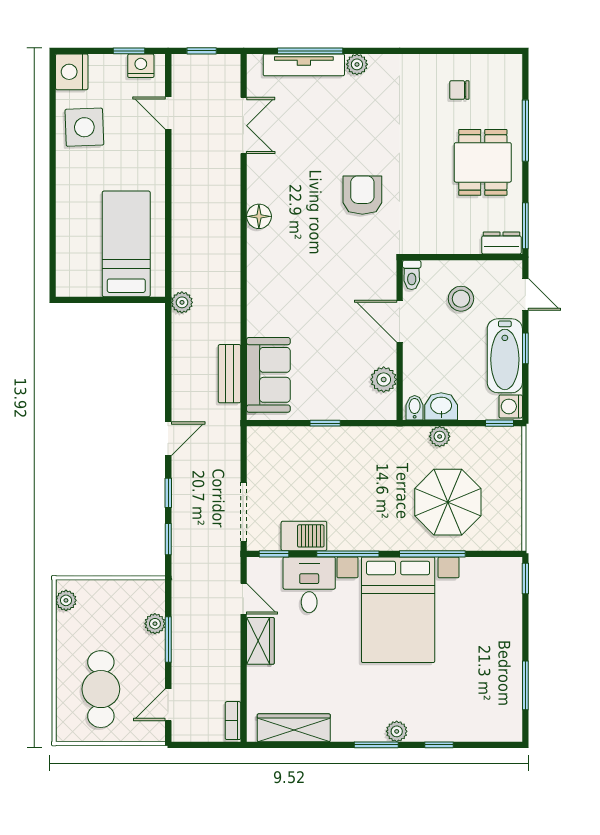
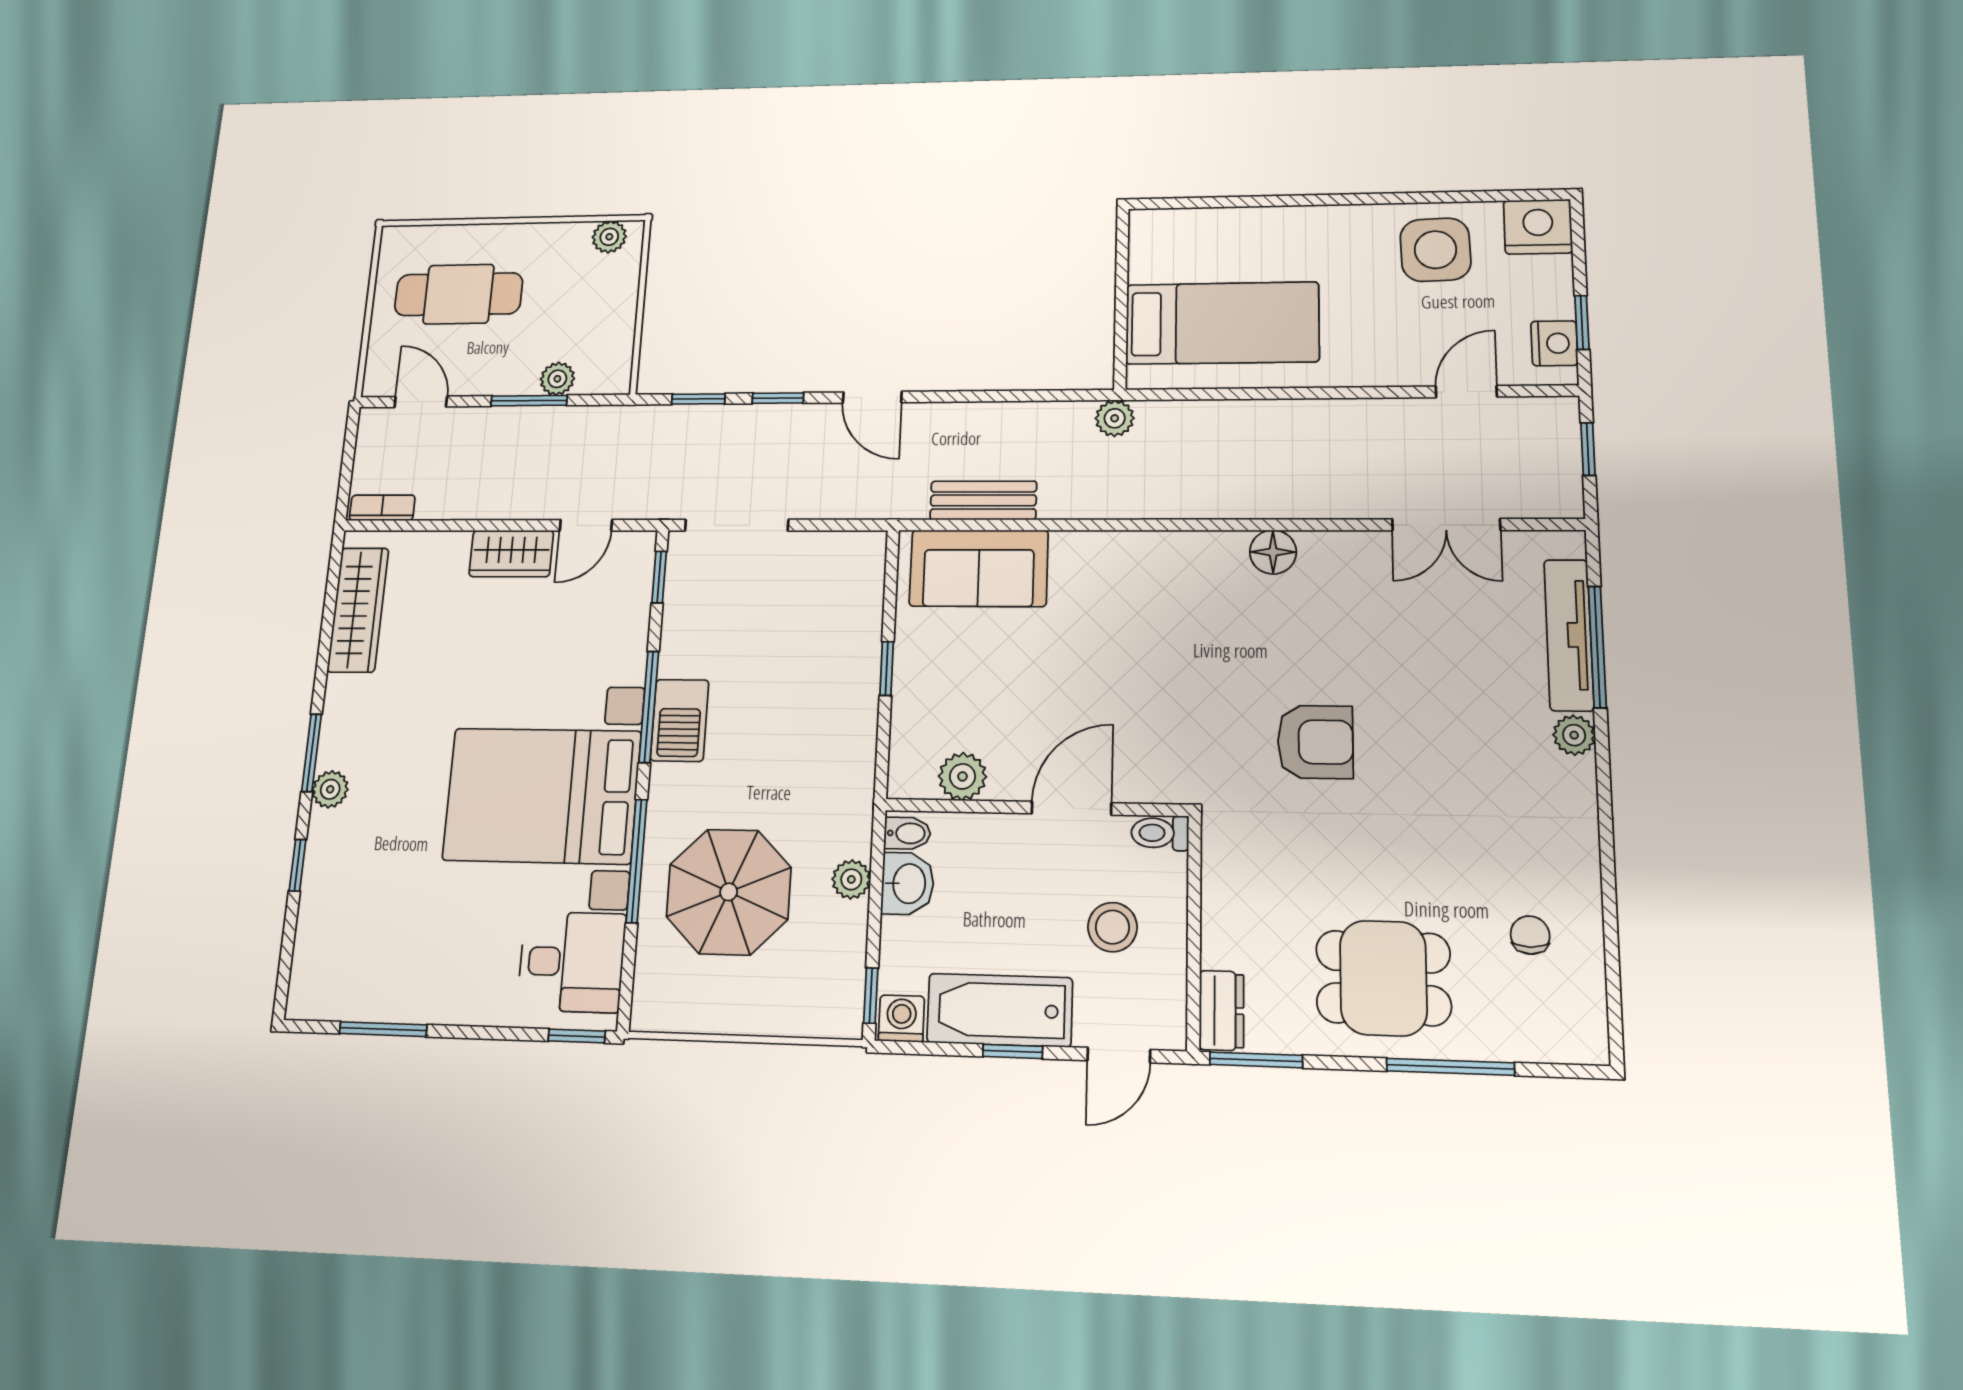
barbecue: (304, 536) -> (680, 720), moved
desk: (309, 585) -> (572, 962), moved

